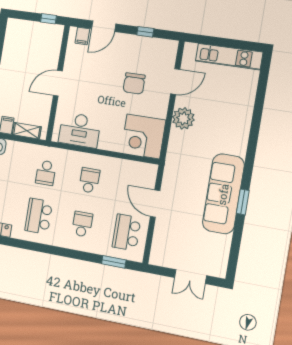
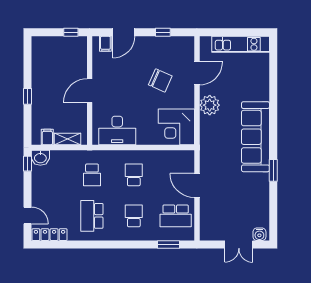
chair: (134, 83) -> (160, 80), turned -66
sofa: (223, 194) -> (255, 137), moved
school desk: (127, 232) -> (176, 216), turned -90
water cooler: (215, 270) -> (259, 234), added

